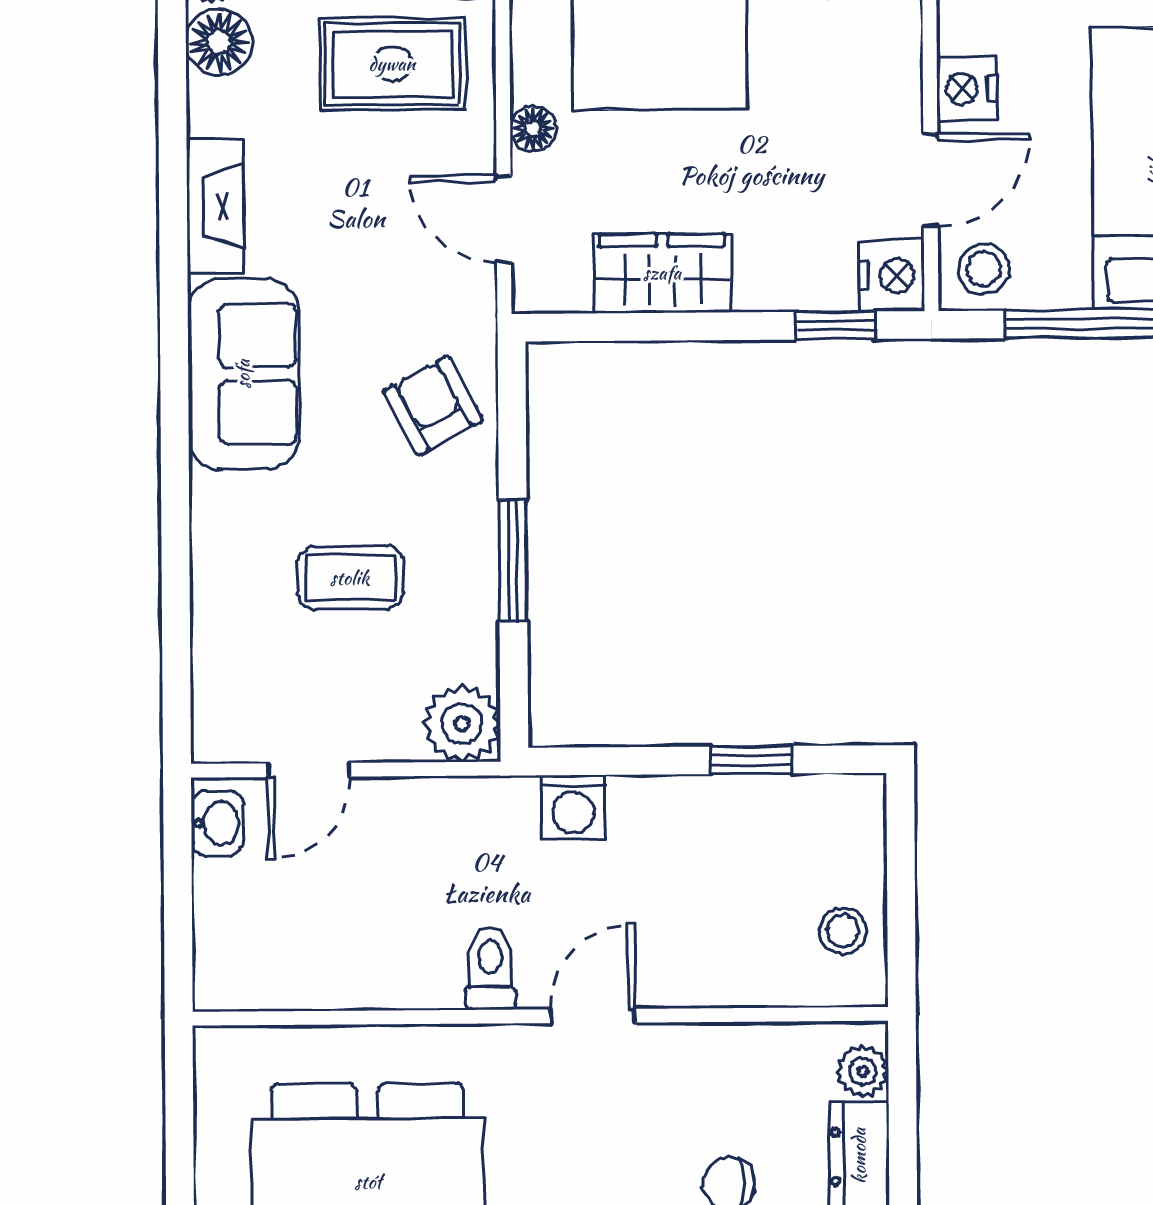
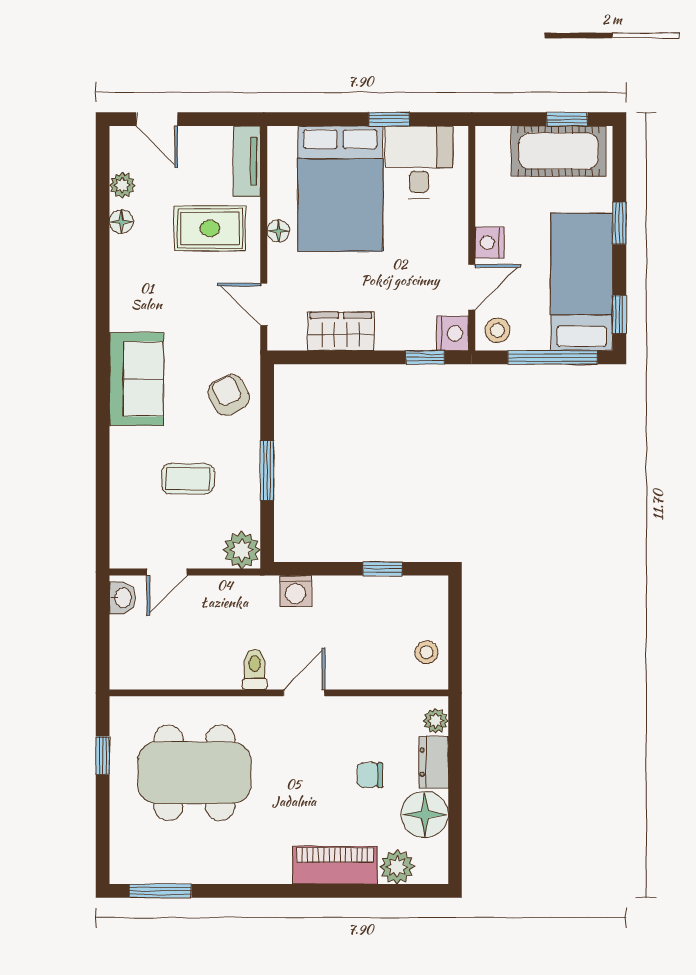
floor lamp: (219, 42) -> (121, 222), width x0.73, depth x0.73
floor lamp: (533, 129) -> (278, 231), moved
fireplace: (215, 206) -> (123, 297), removed
window: (180, 1147) -> (103, 755), added

